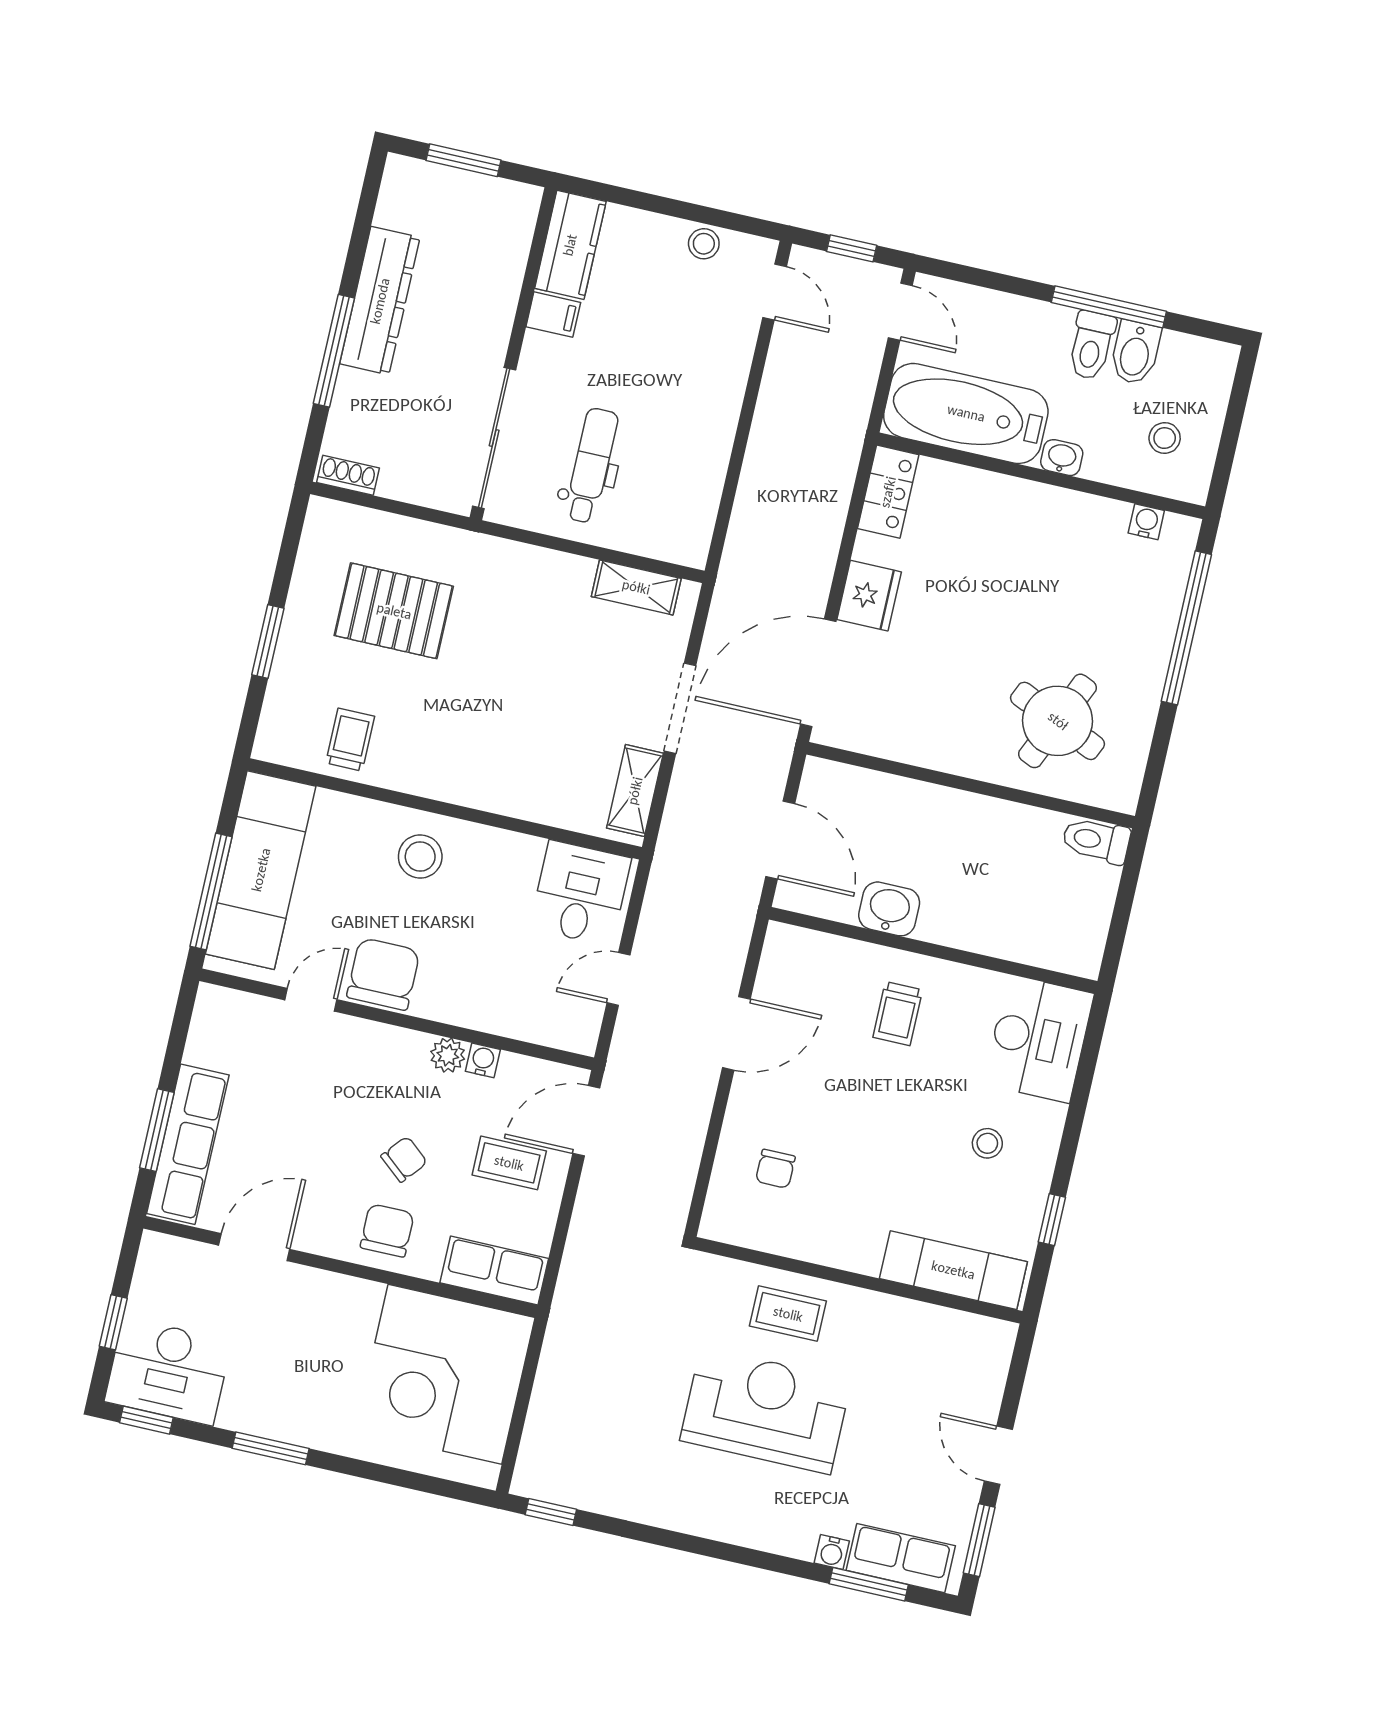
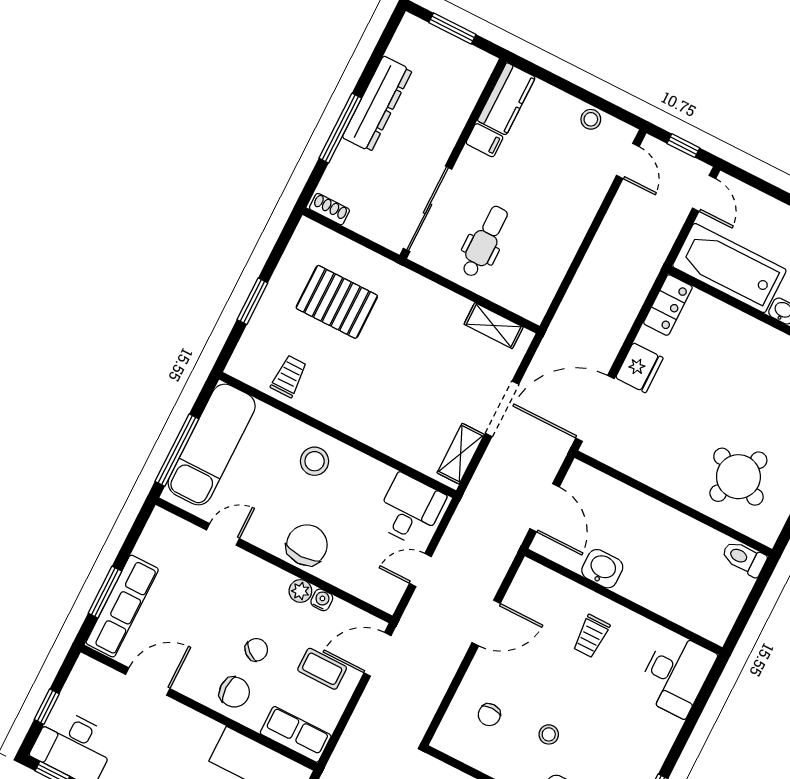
chair: (383, 974) -> (307, 545), moved
stool: (987, 1143) -> (549, 734), moved
chair: (387, 1230) -> (234, 692), turned 90

